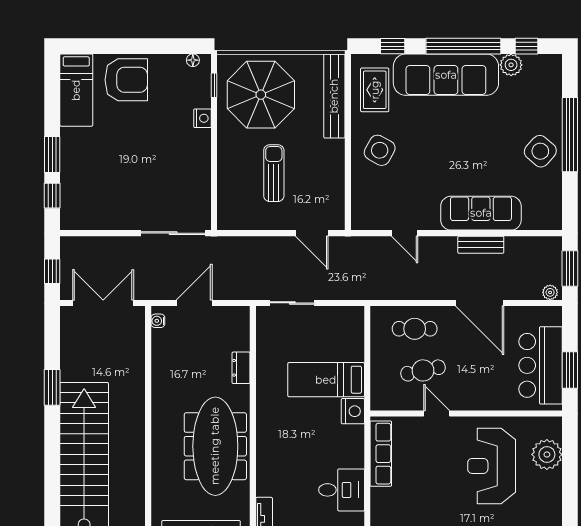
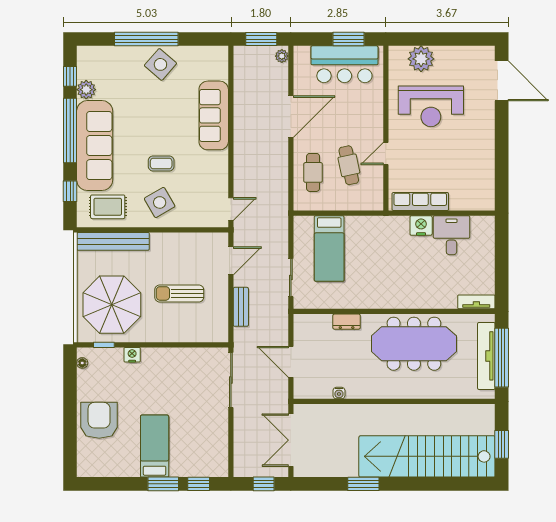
bed: (76, 90) -> (155, 446), moved, turned -90
side table: (380, 150) -> (160, 202), turned 31
coffee table: (425, 152) -> (161, 163), added
door: (405, 233) -> (231, 209), moved
bench: (481, 245) -> (241, 307), moved
water cooler: (158, 321) -> (339, 393), moved
bed: (326, 380) -> (329, 249), moved
nightstand: (353, 411) -> (421, 226), moved

